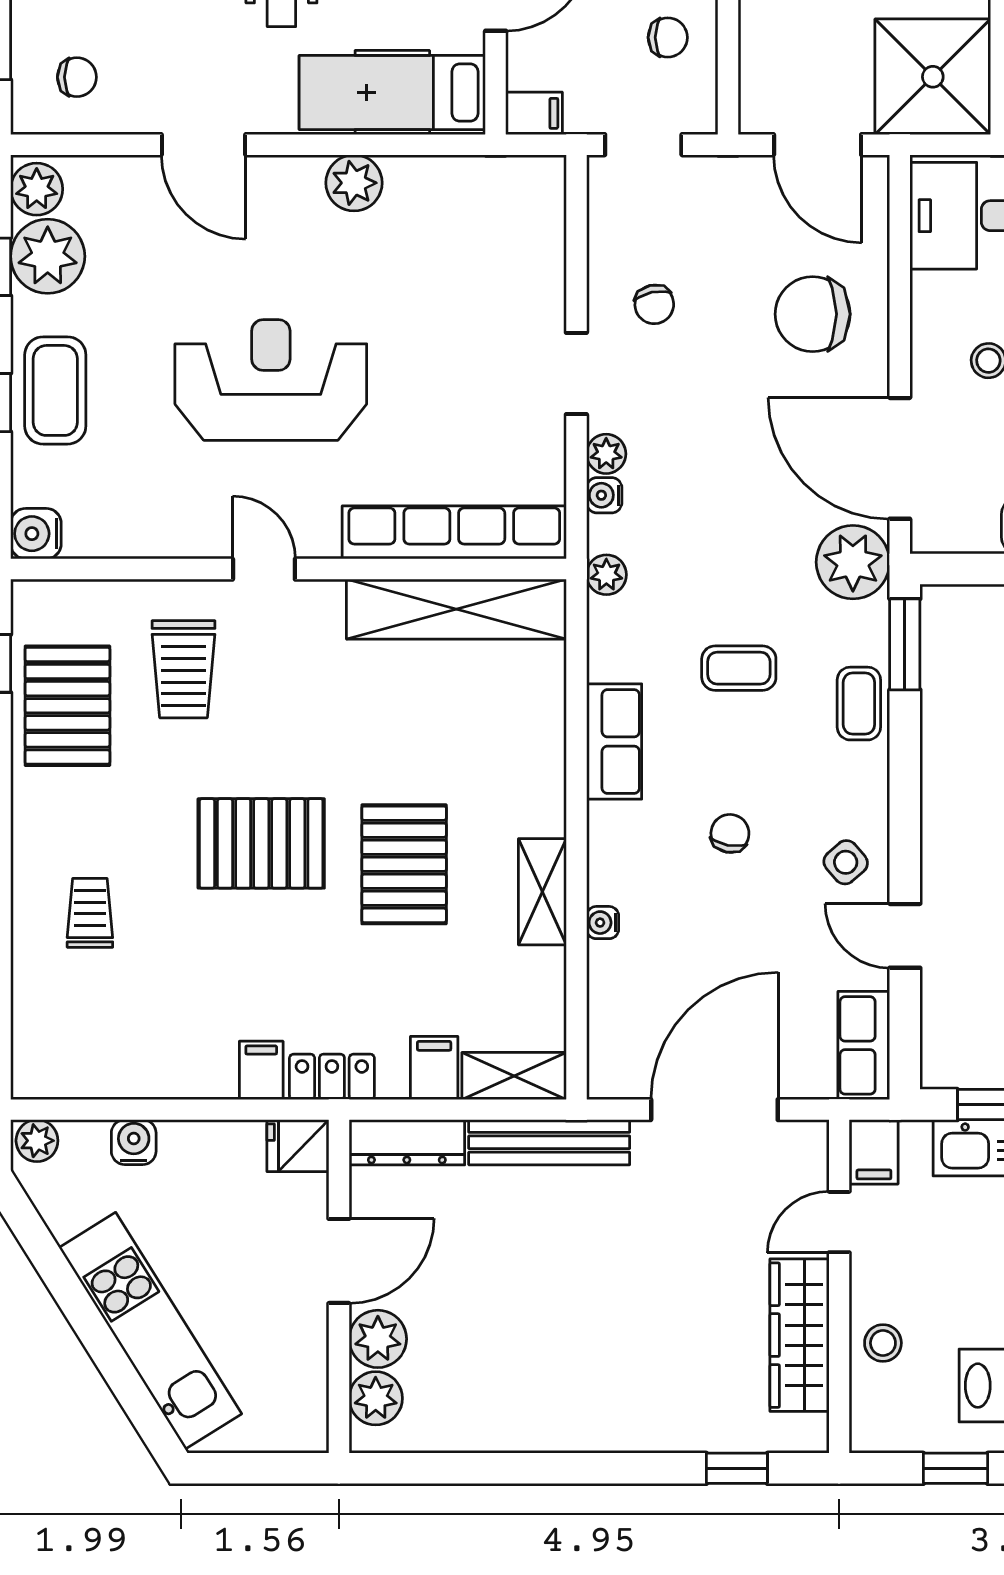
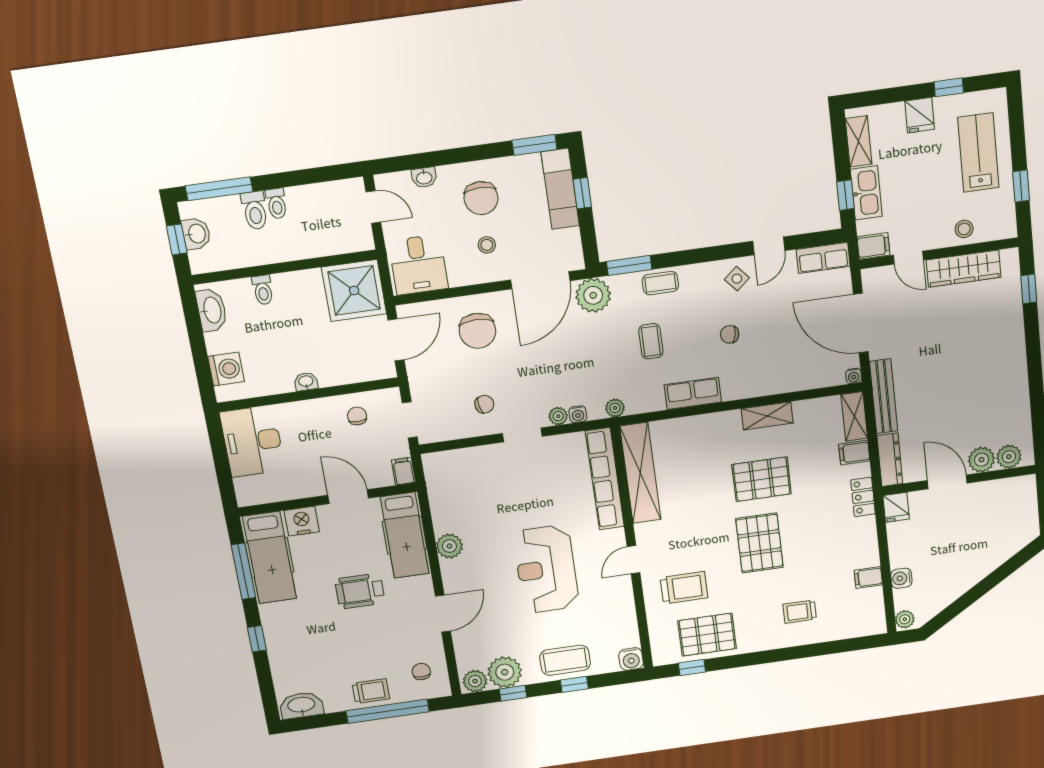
water cooler: (603, 923) -> (854, 376), moved
filing cabinet: (261, 1070) -> (868, 577), moved
kitchen unit: (150, 1331) -> (986, 559), removed

